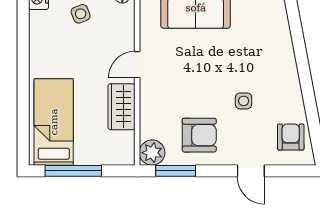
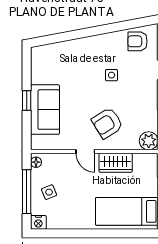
armchair: (199, 135) -> (107, 123), moved, turned -122

